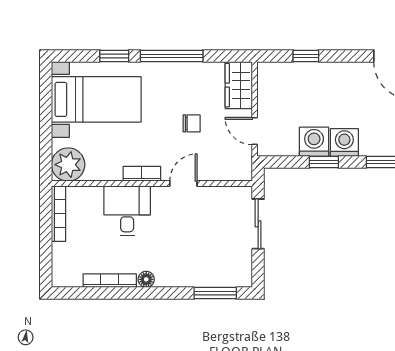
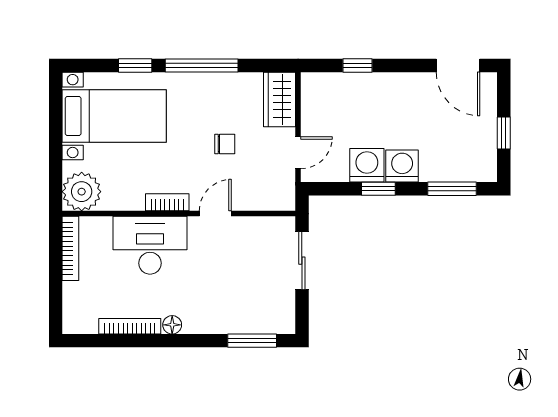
door: (255, 131) -> (298, 153), swing flipped
desk: (127, 211) -> (150, 245), width x1.37

